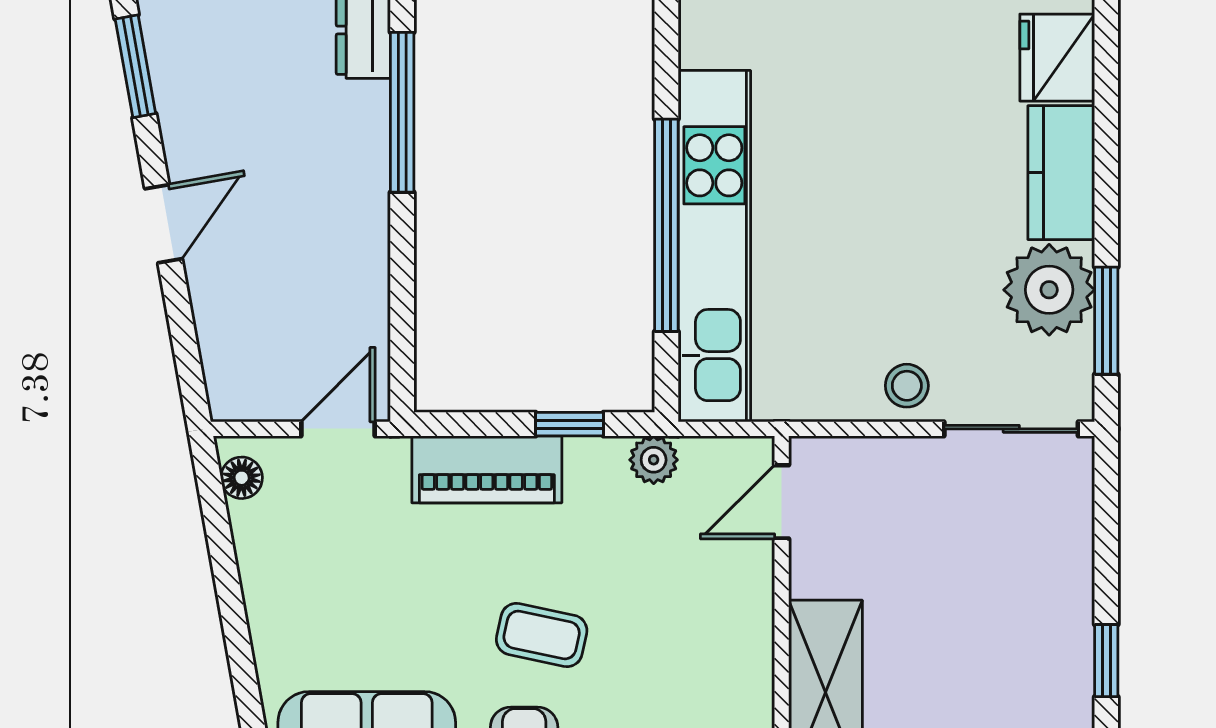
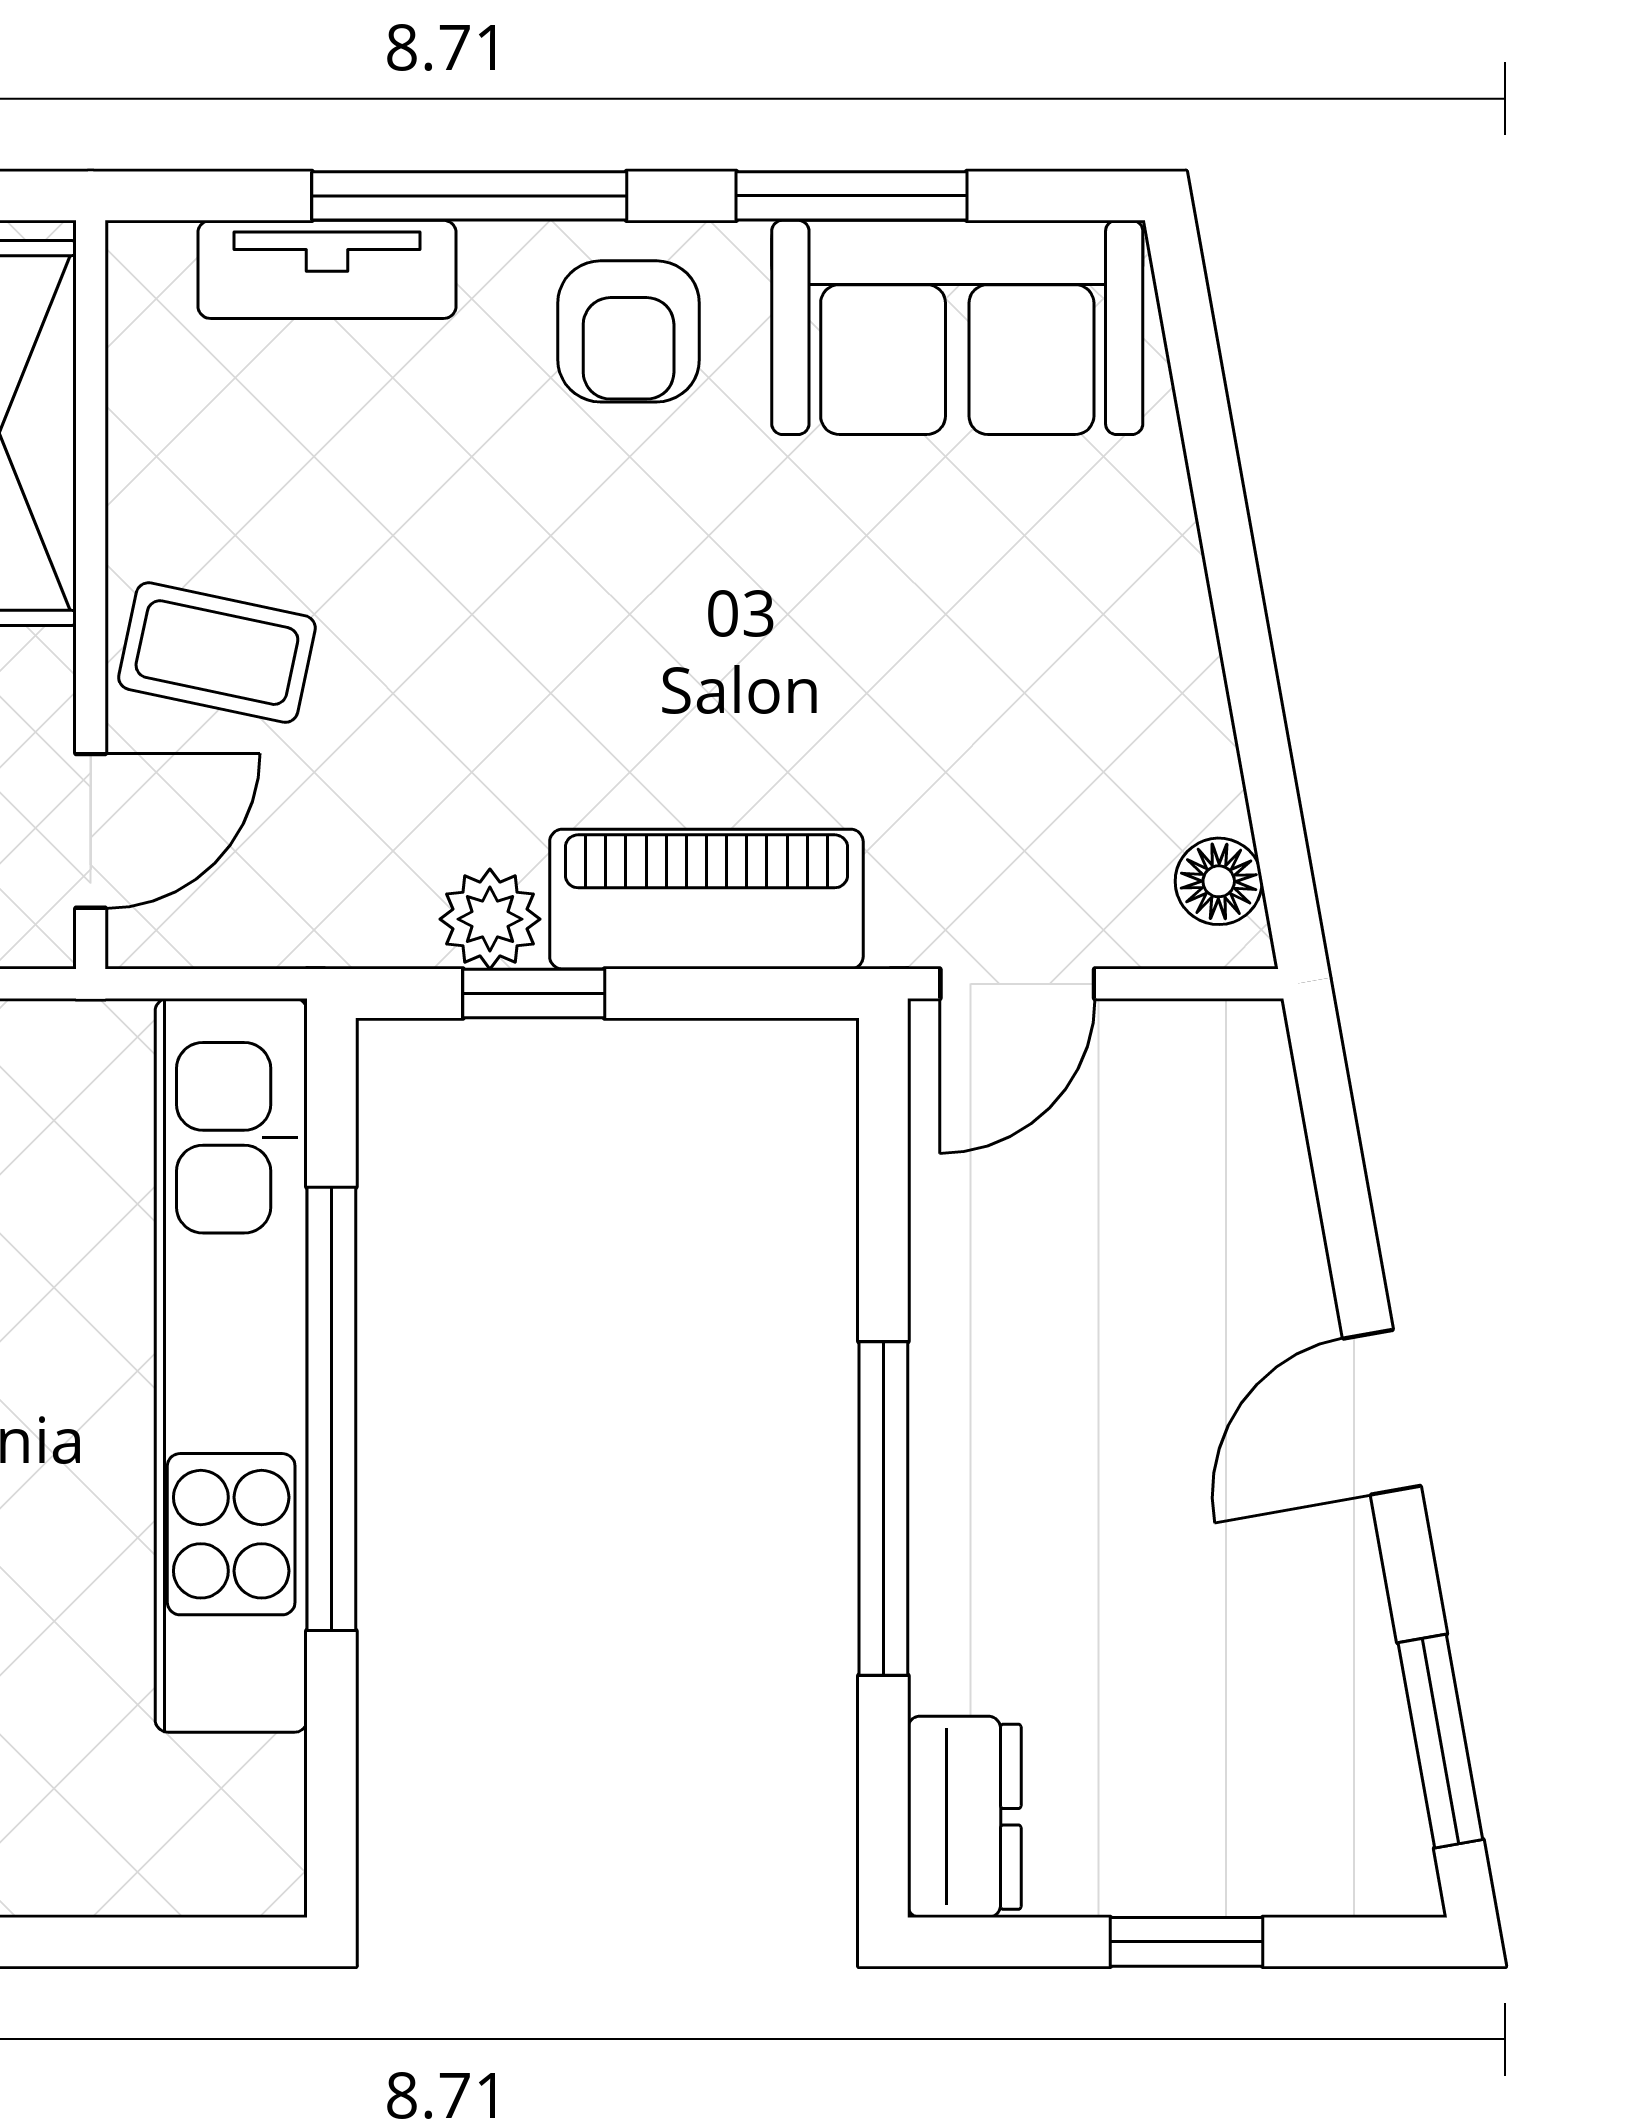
window: (402, 112) -> (883, 1509), moved
plant: (654, 460) -> (490, 919), moved
coffee table: (542, 635) -> (217, 653), moved

